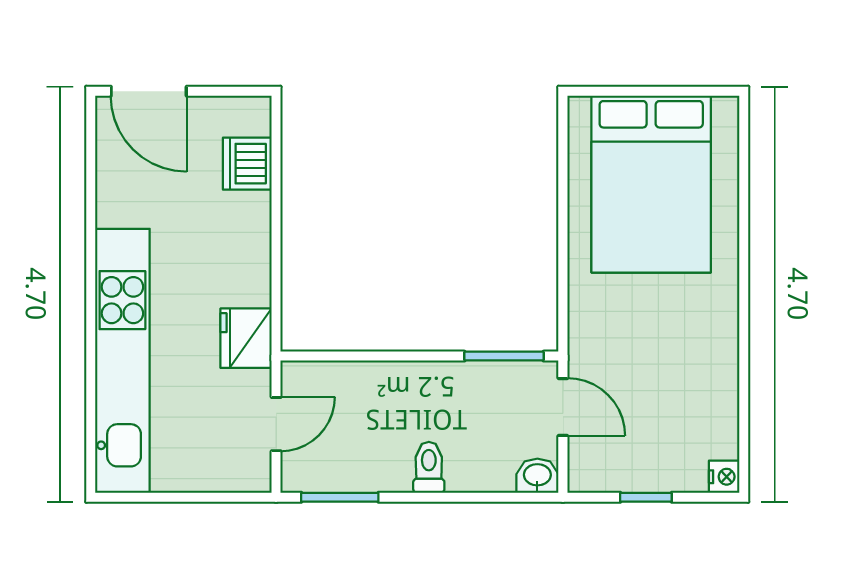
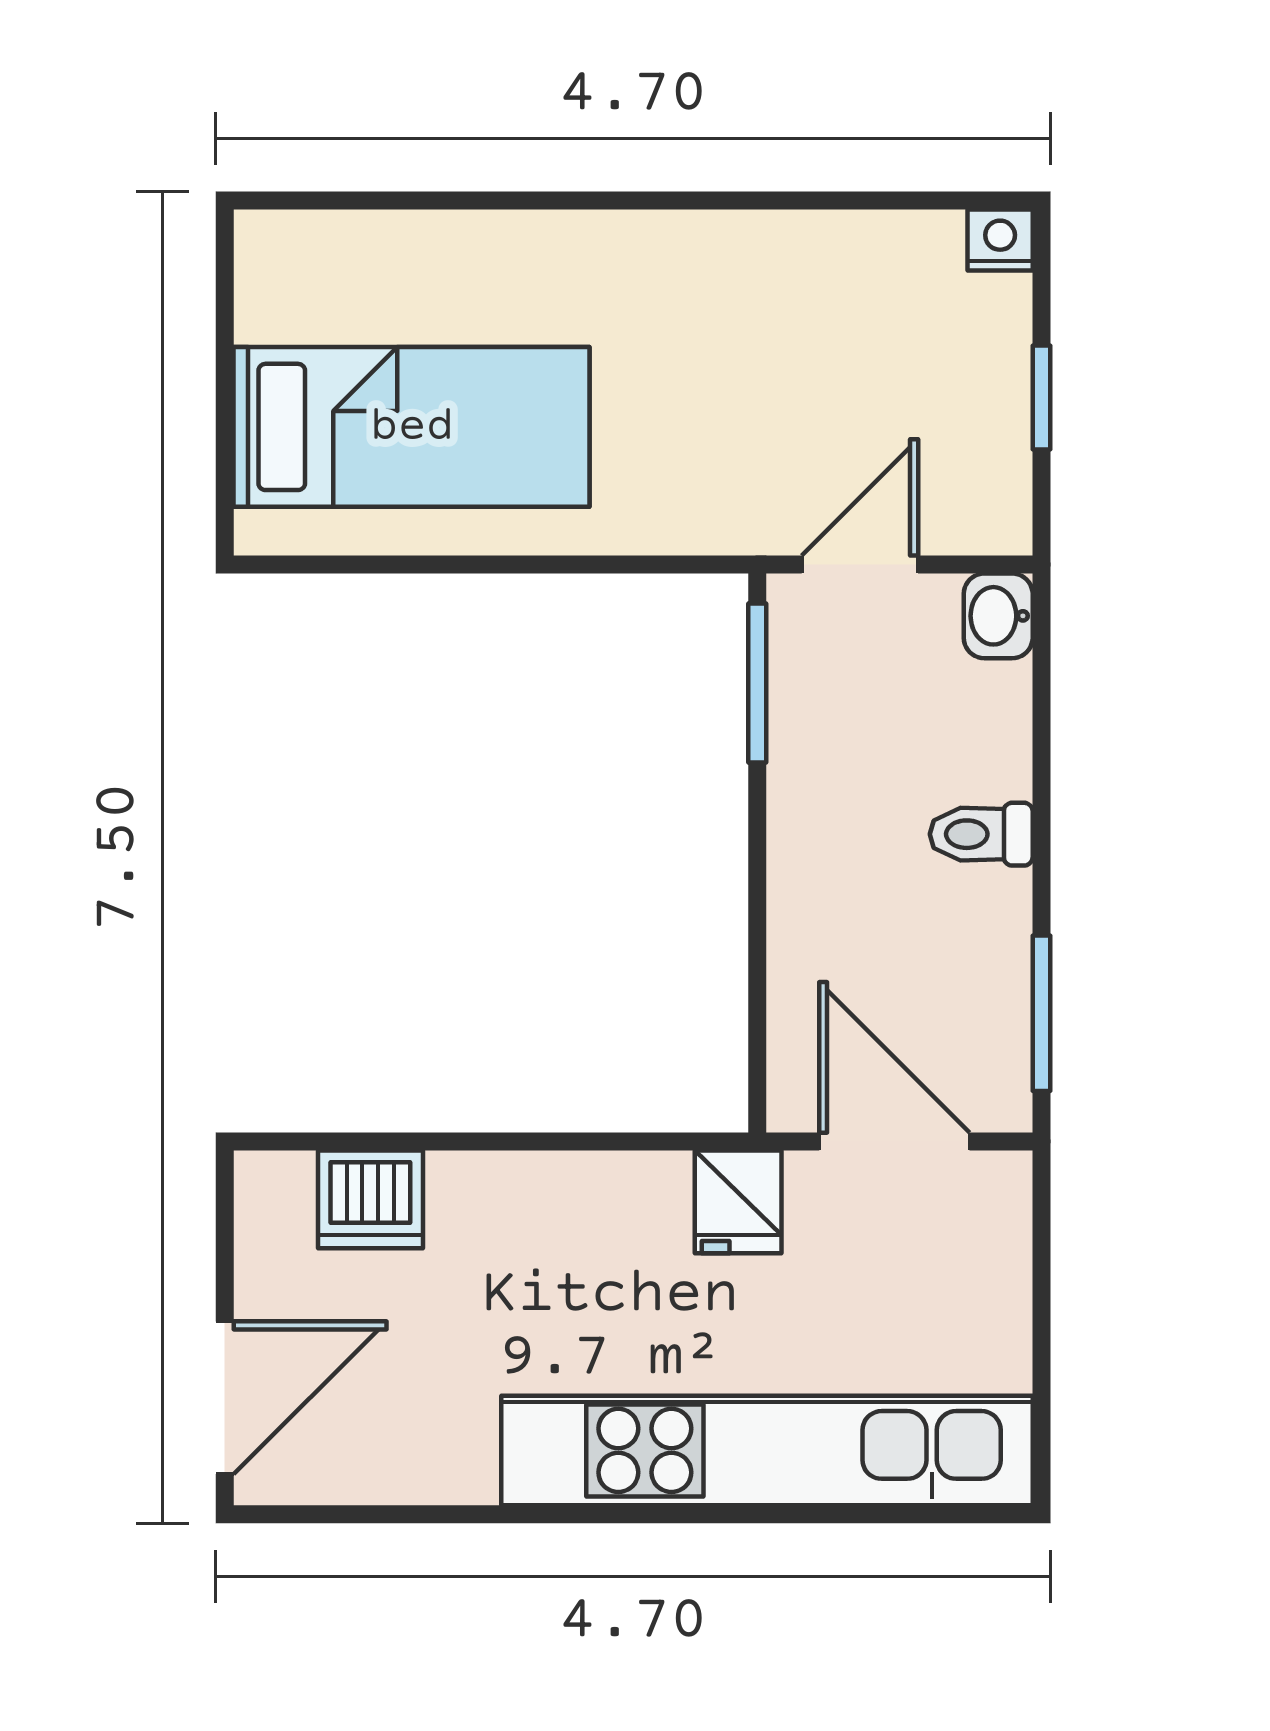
bed: (651, 184) -> (412, 427), width x0.67
fridge: (246, 338) -> (738, 1202), width x0.72
door: (276, 424) -> (894, 1141), width x1.37

